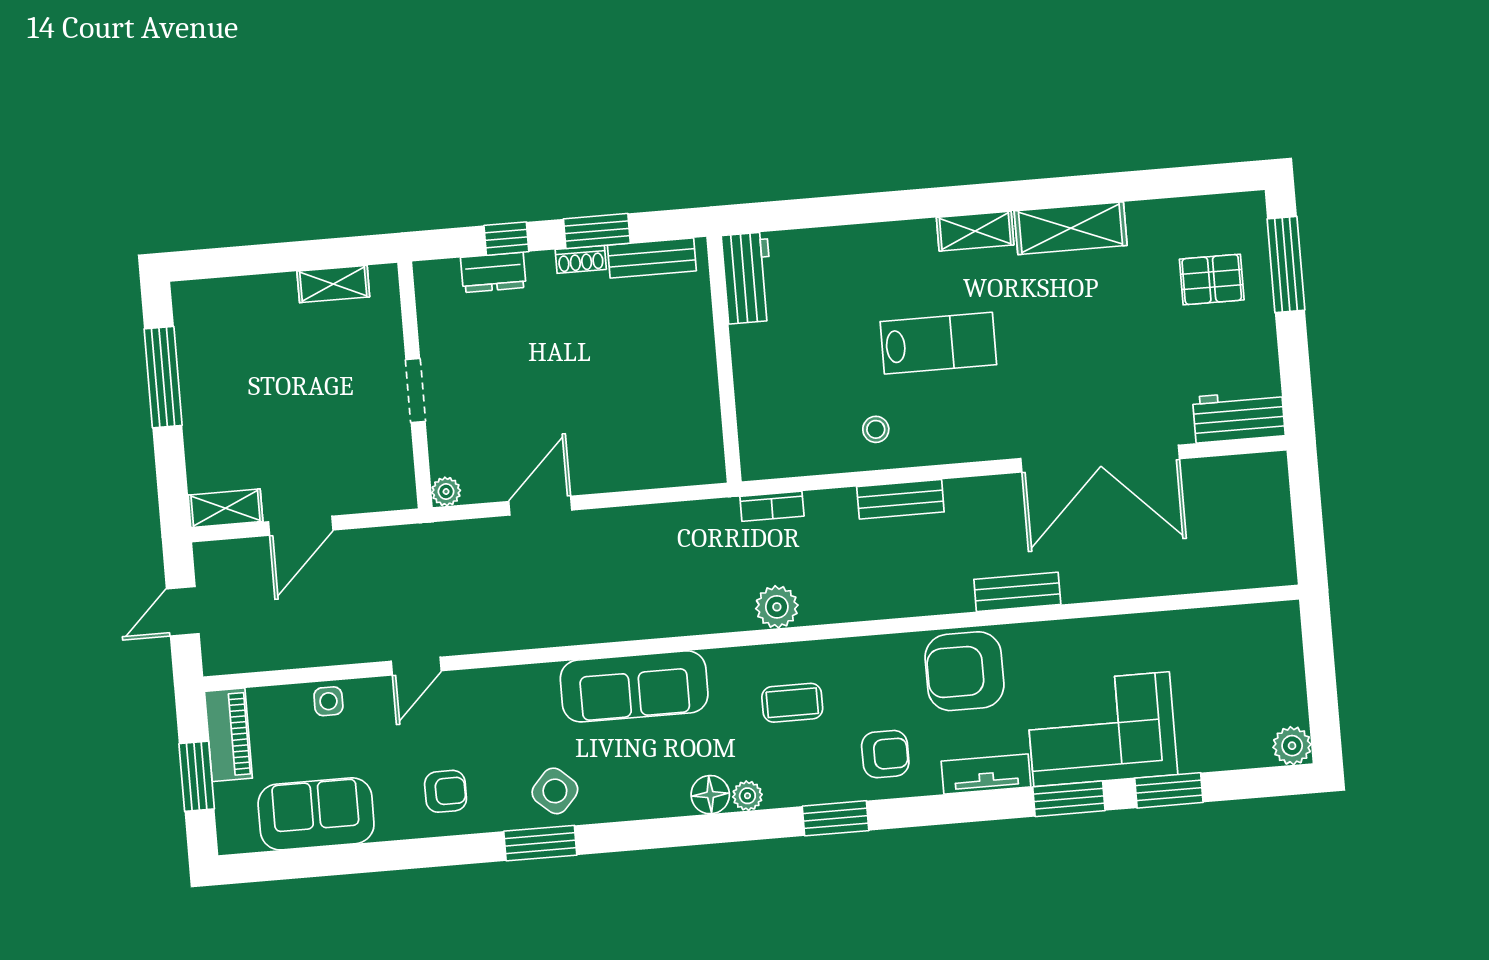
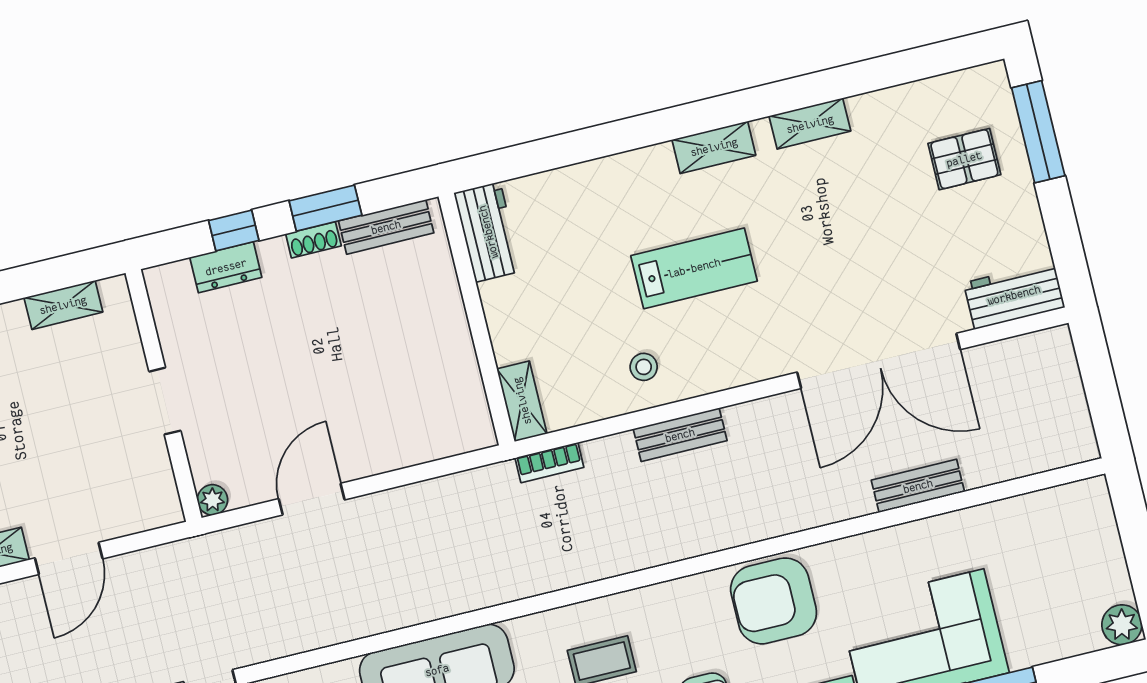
shelving: (1071, 228) -> (810, 124), width x0.67, depth x0.75
shelving: (755, 444) -> (522, 401), added
bench: (1017, 592) -> (918, 486), moved
plant: (777, 607) -> (571, 565), removed

